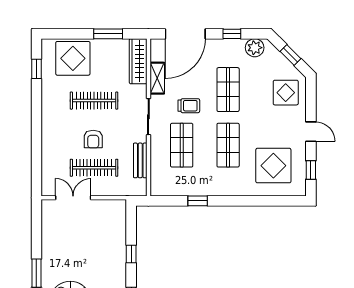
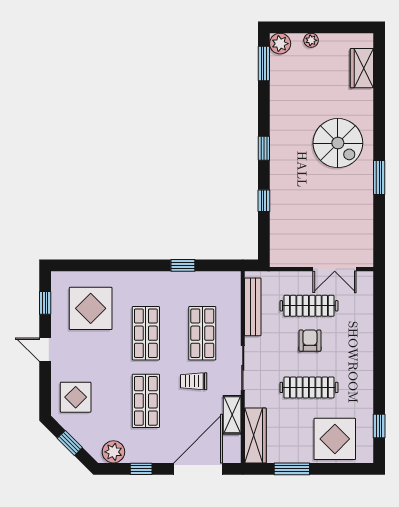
bench: (140, 160) -> (253, 307), width x1.36

